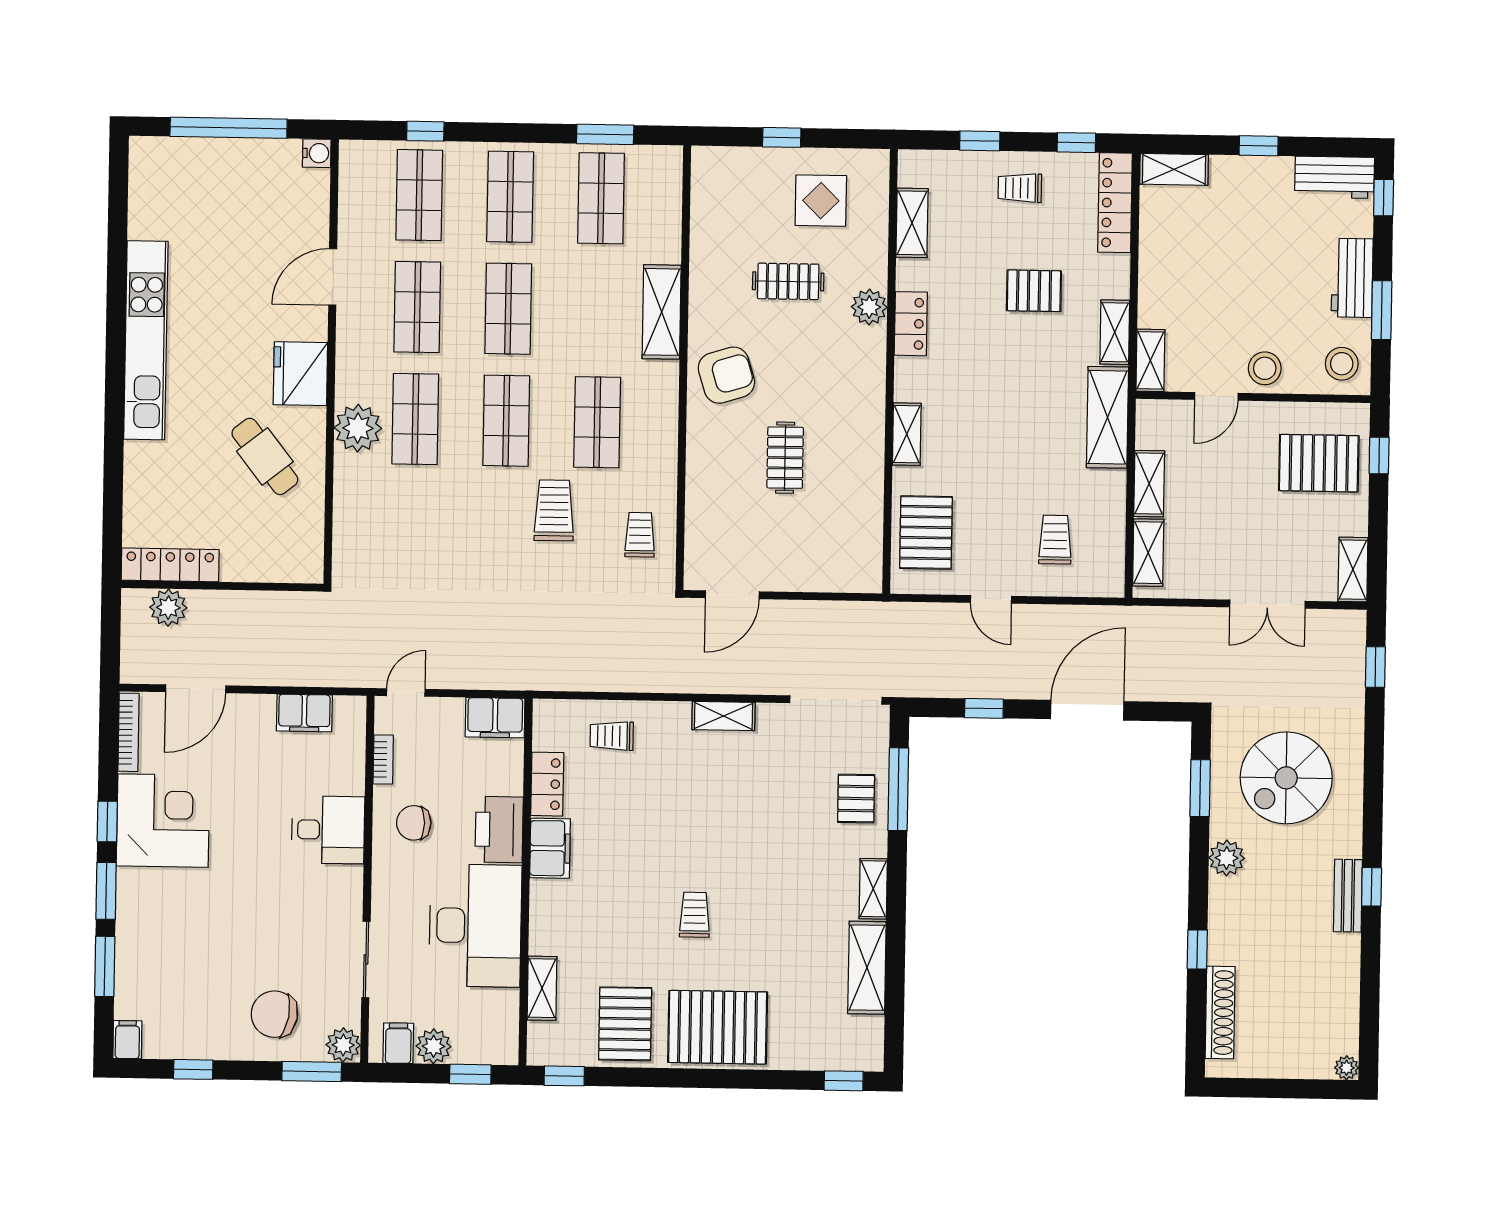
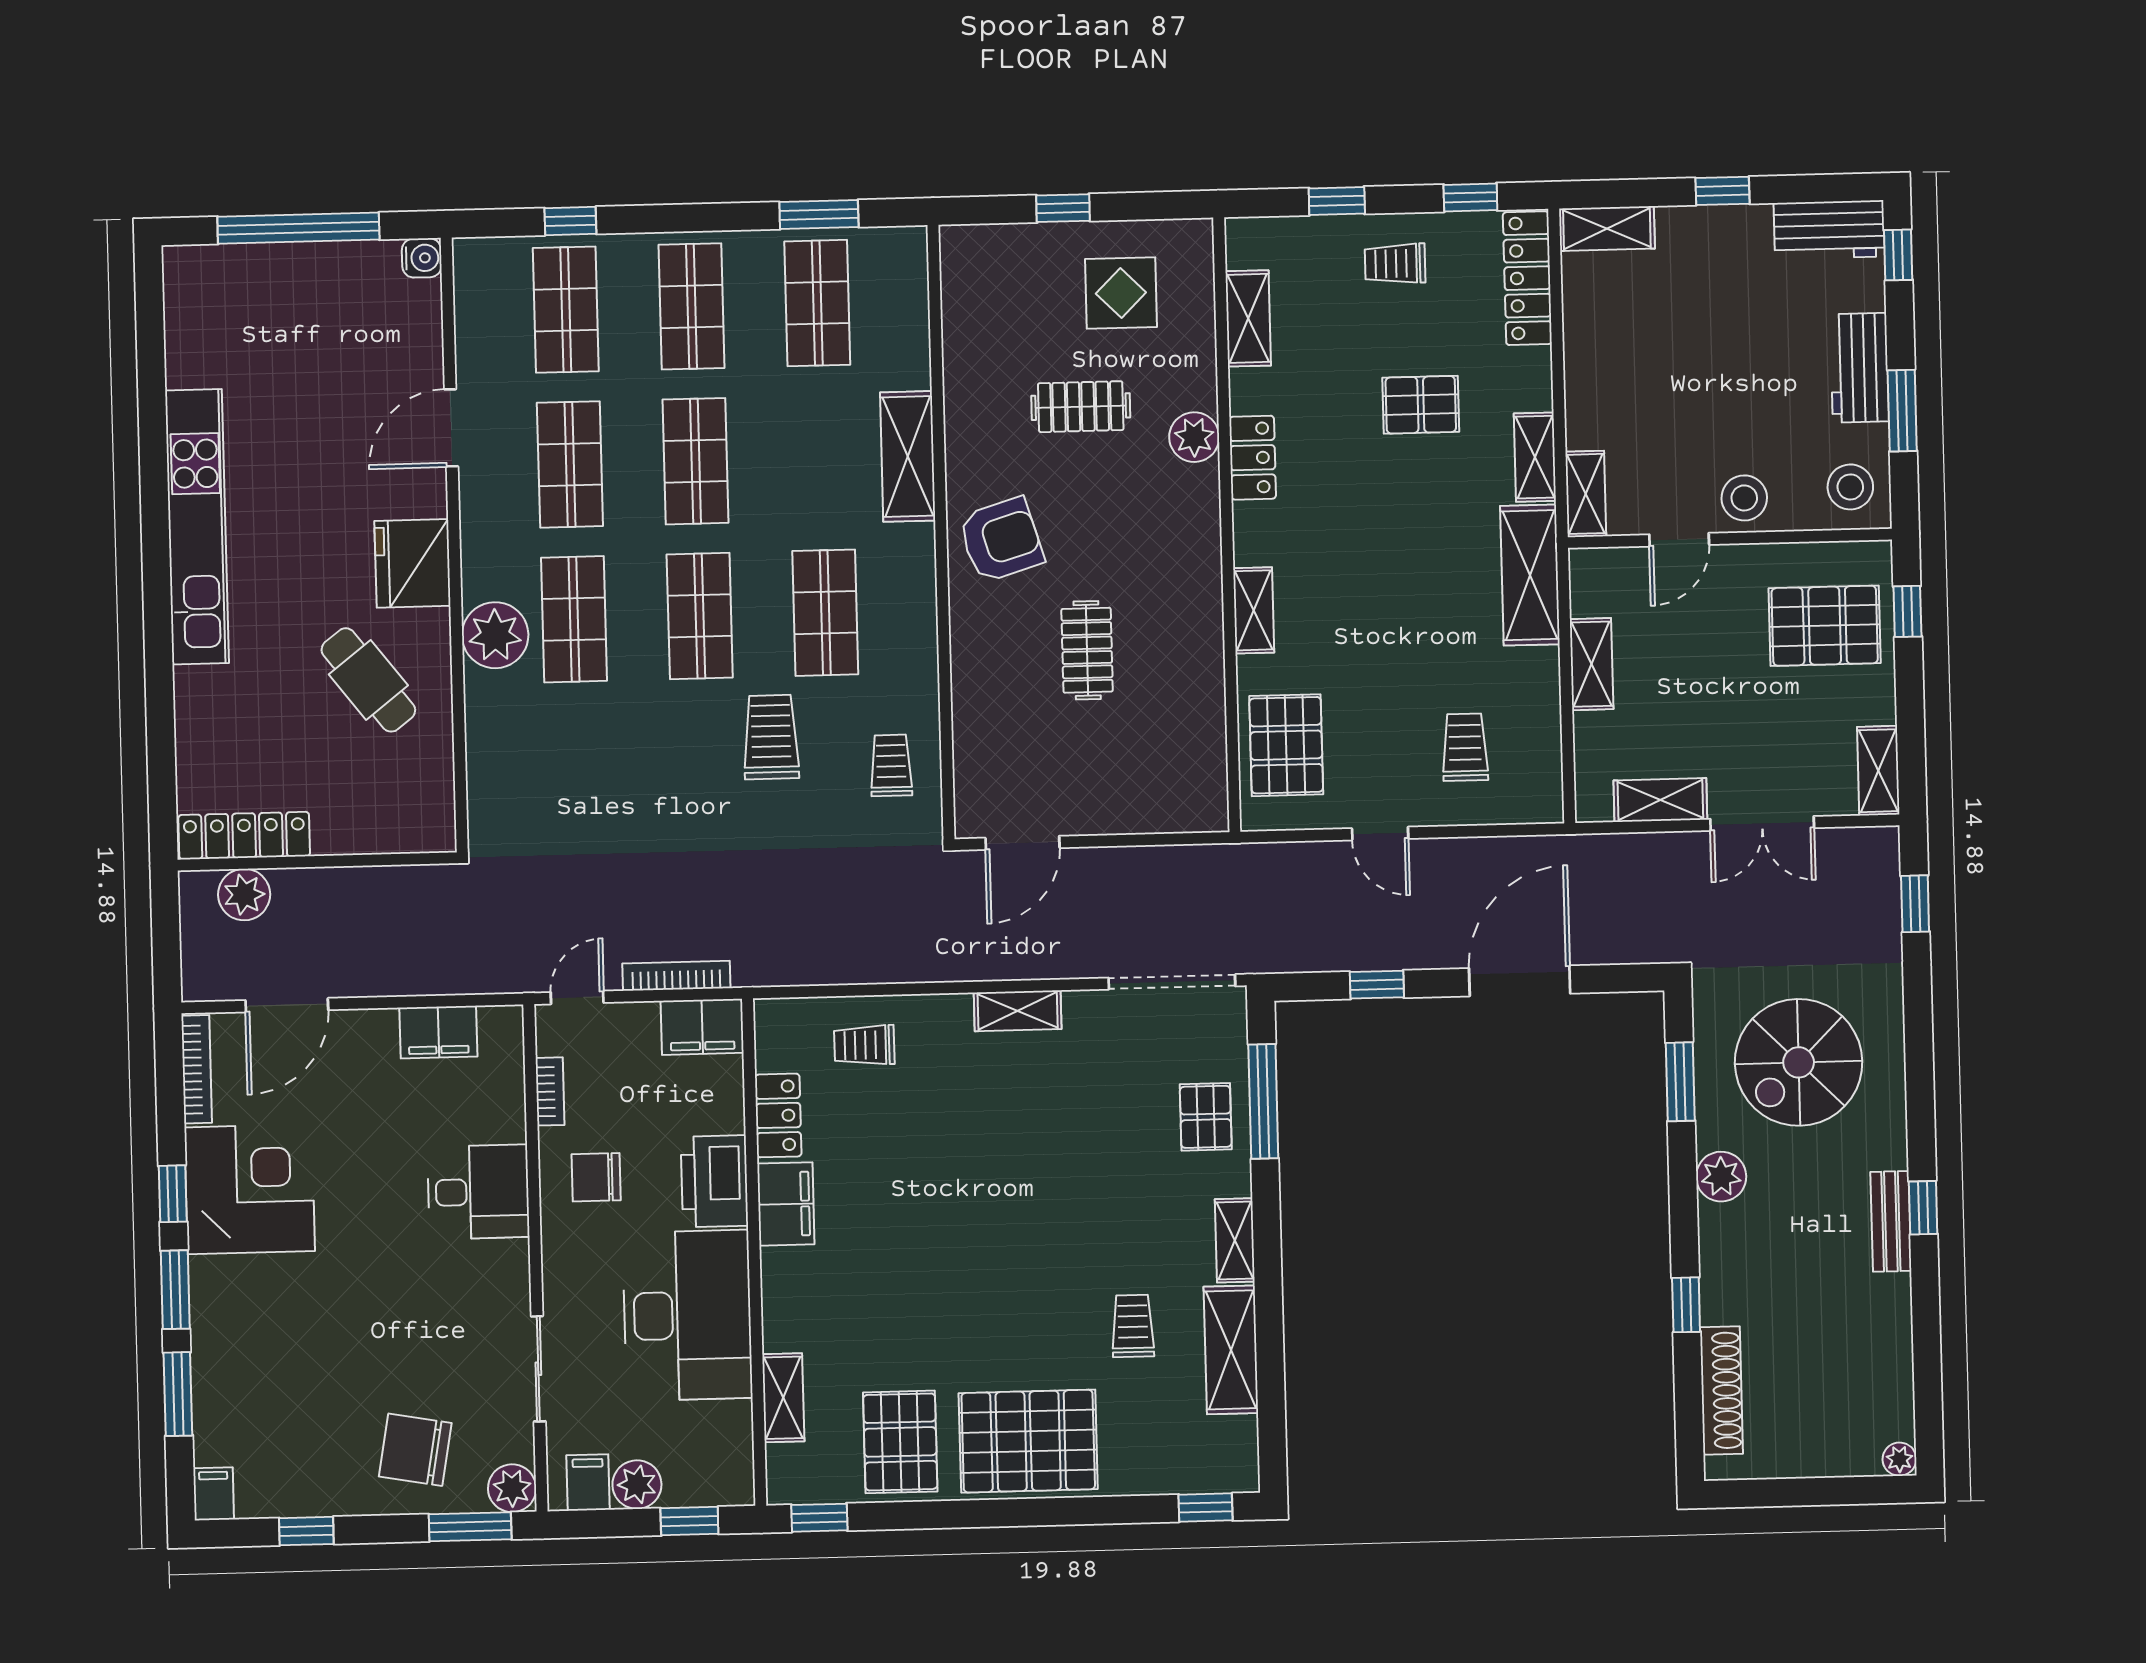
shelving: (1148, 553) -> (1660, 800), moved, turned 90
bookcase: (478, 680) -> (676, 976), added
trolley: (695, 915) -> (1133, 1326), moved

